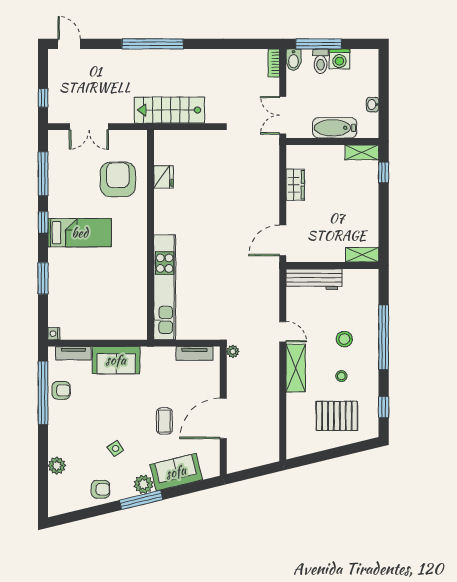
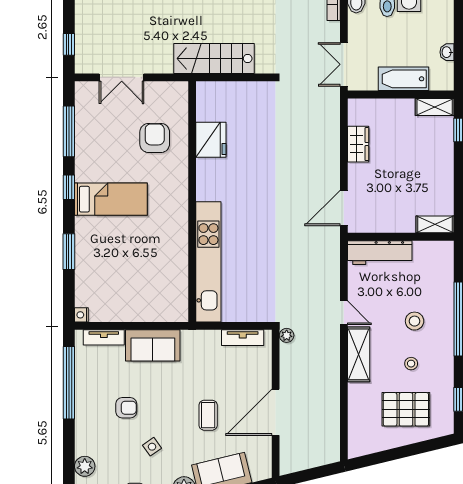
fridge: (164, 177) -> (211, 140), width x1.36, depth x1.34
armchair: (118, 179) -> (155, 138), width x0.73, depth x0.73
armchair: (61, 390) -> (126, 408), moved

